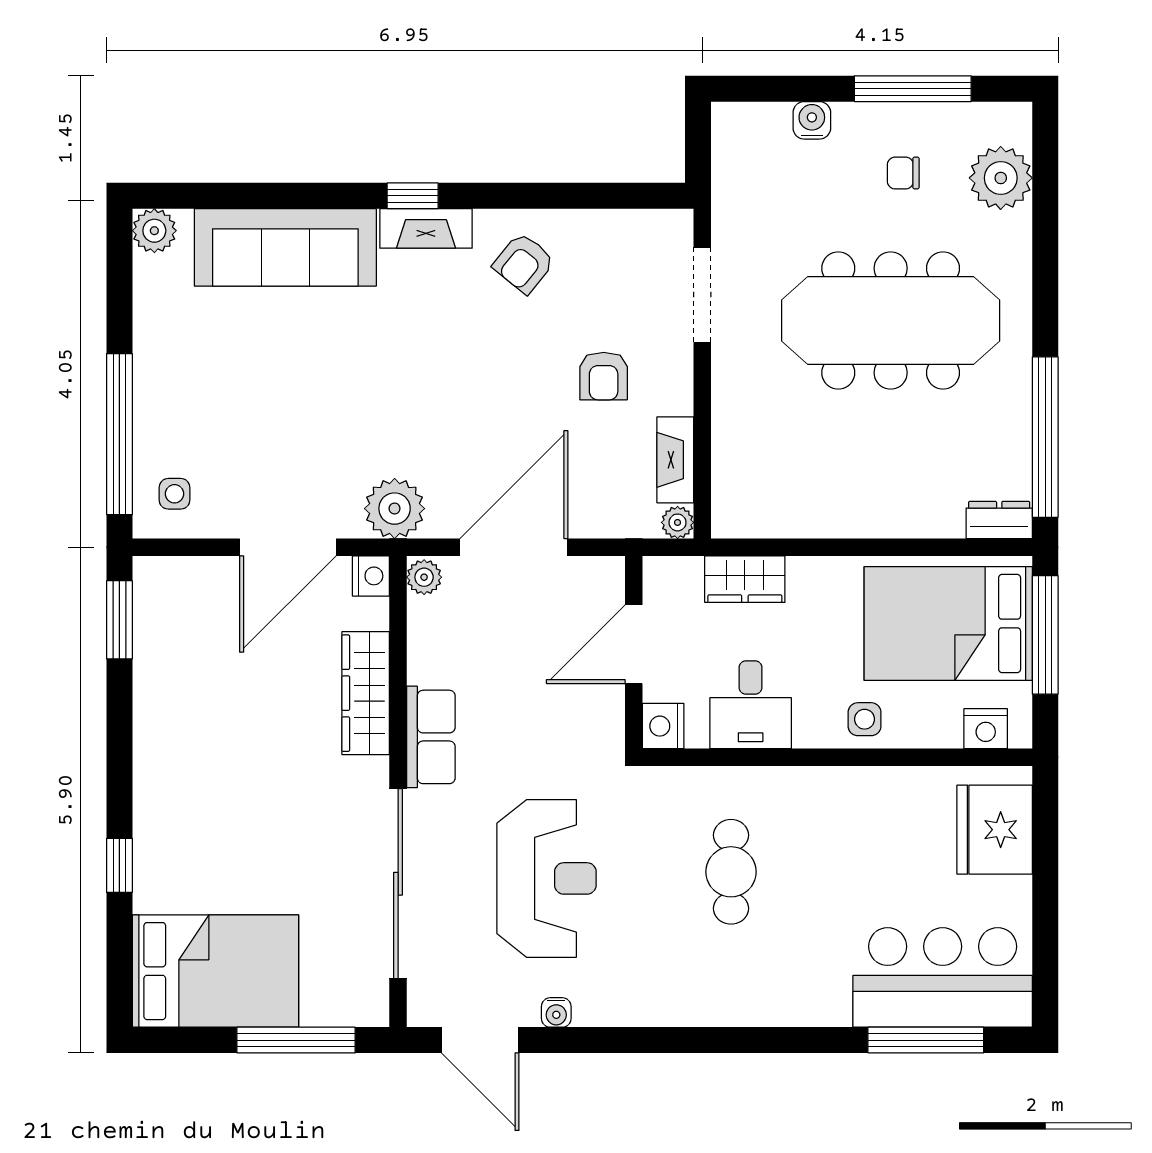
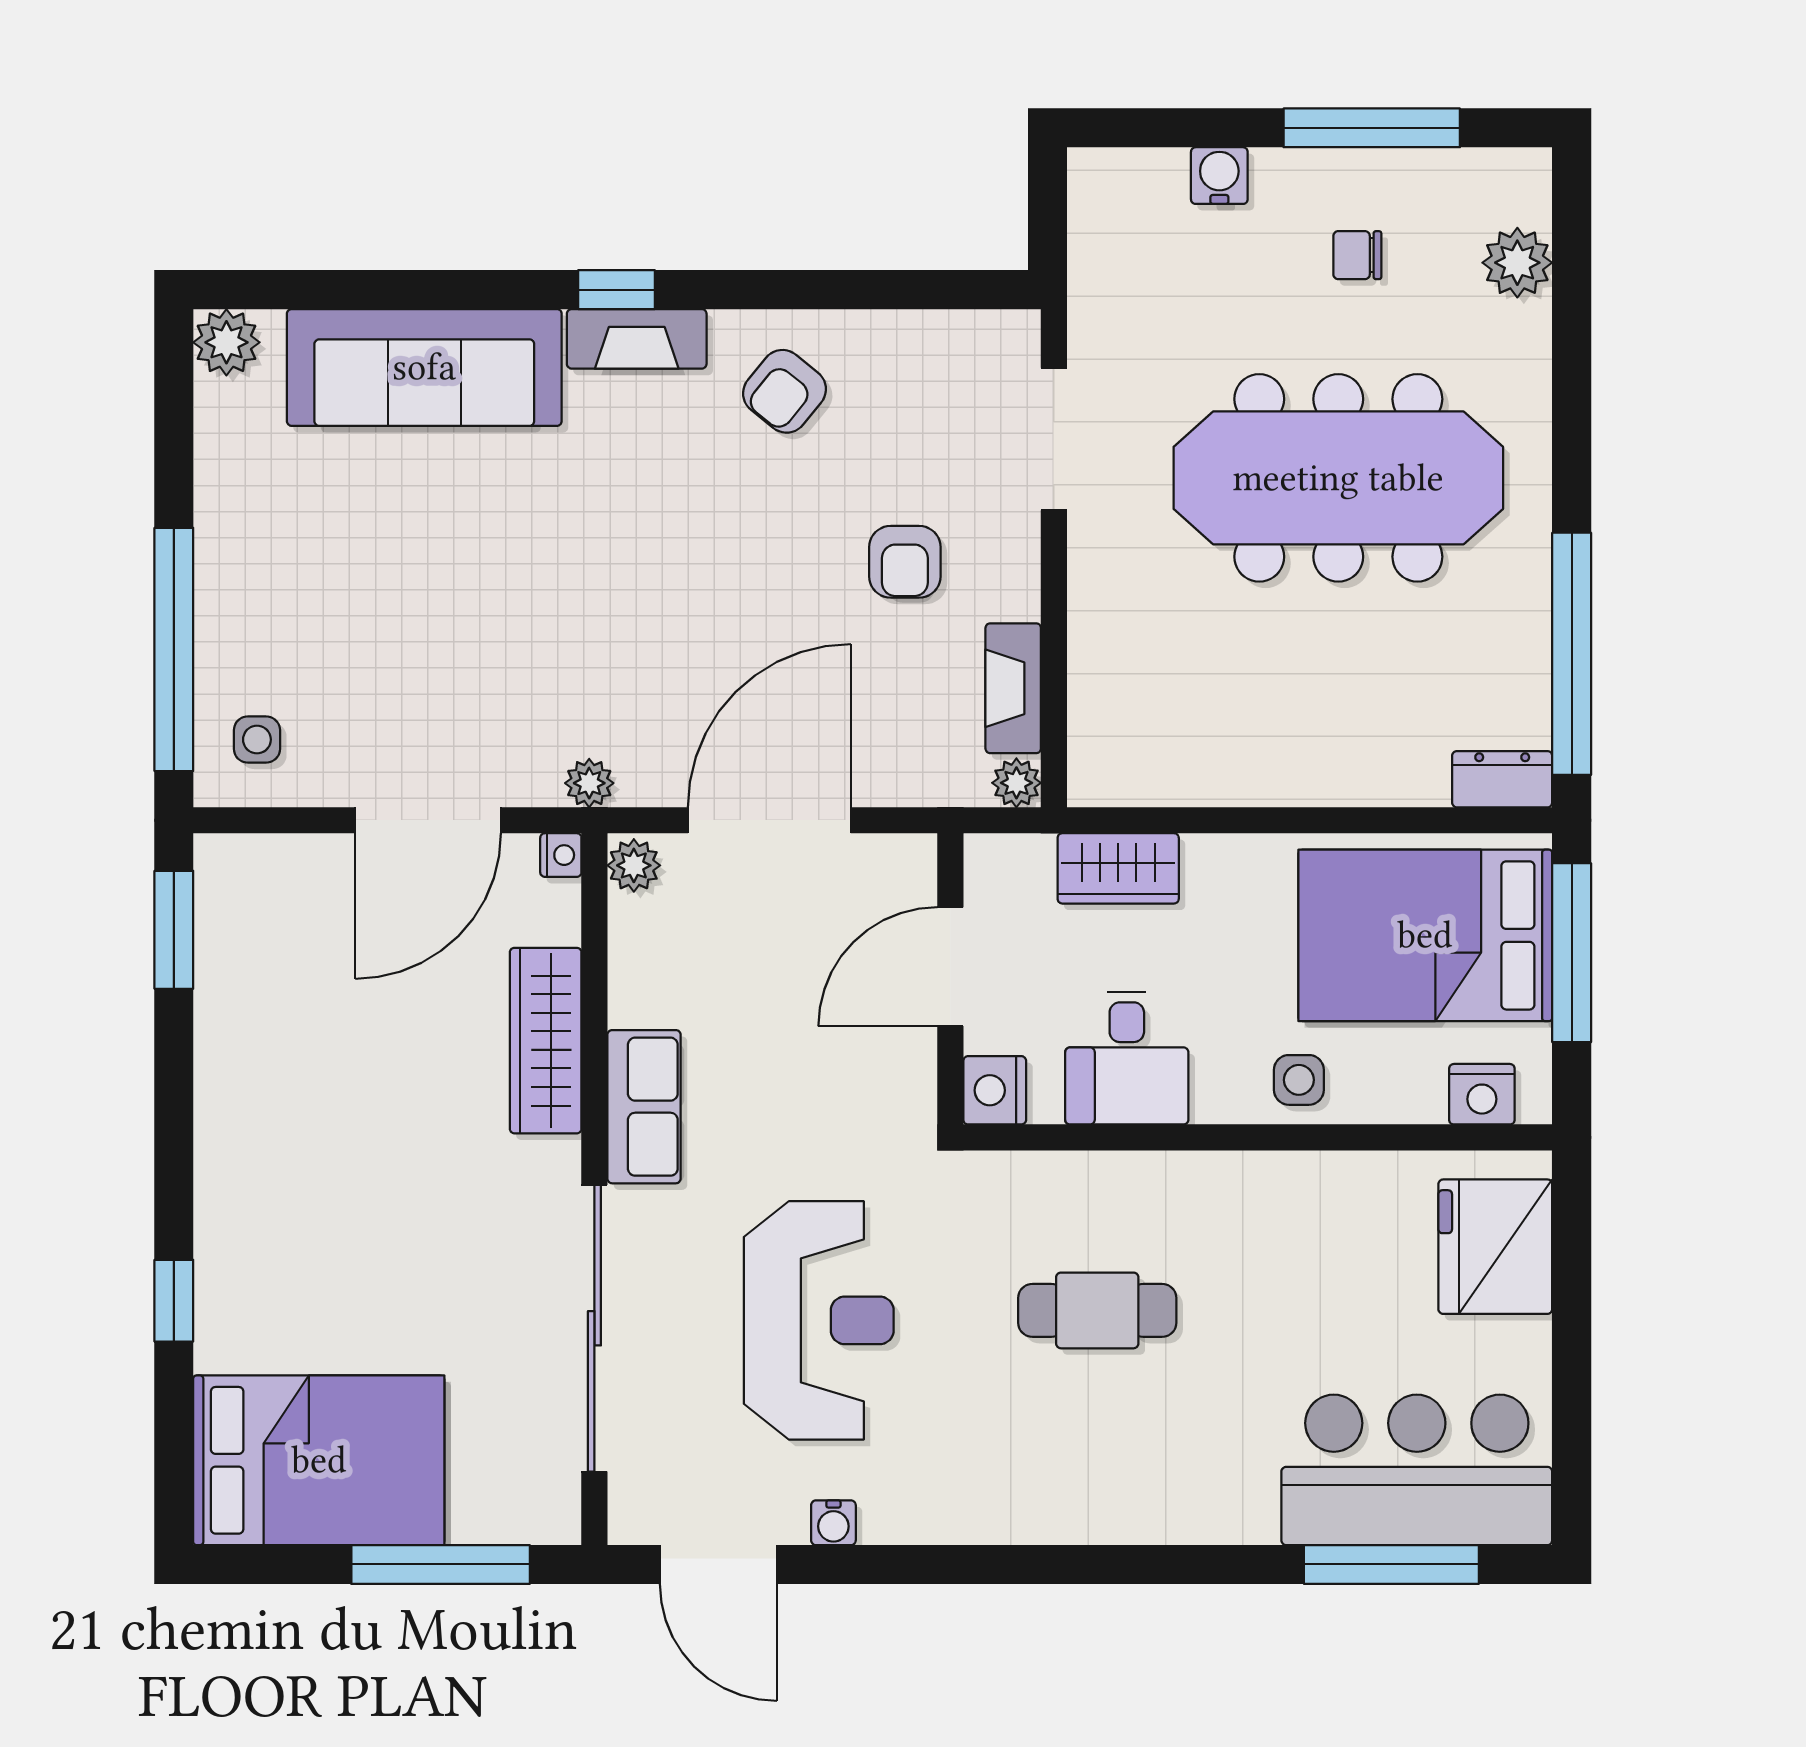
plant: (1001, 178) -> (1517, 263), width x0.73, depth x0.73
plant: (395, 509) -> (589, 783), width x0.53, depth x0.53
nightstand: (371, 576) -> (561, 855), width x0.72, depth x0.74
cafe table: (731, 872) -> (1097, 1310), turned 90

